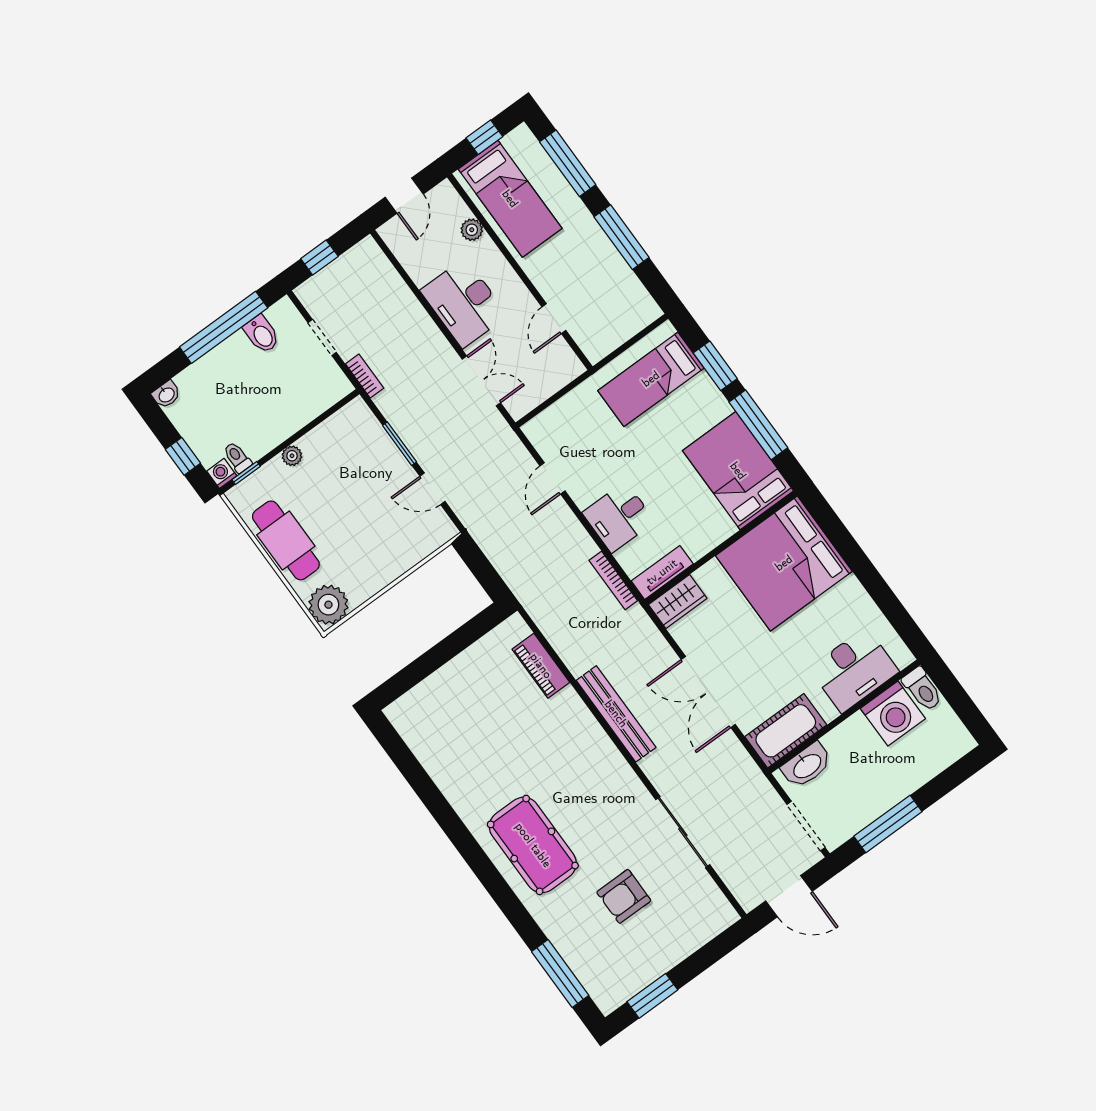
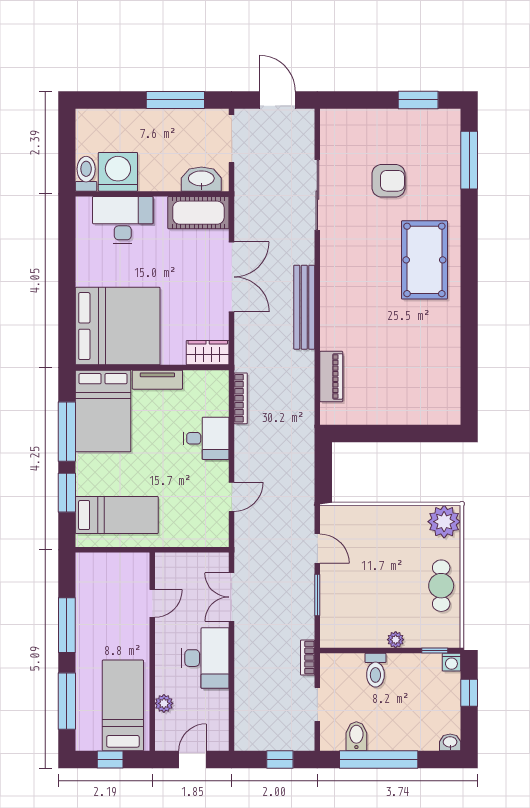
toilet: (237, 457) -> (375, 670), moved, width x1.37, depth x1.39
cafe table: (286, 540) -> (441, 586), width x0.73, depth x0.74
tv unit: (662, 572) -> (157, 380), moved

